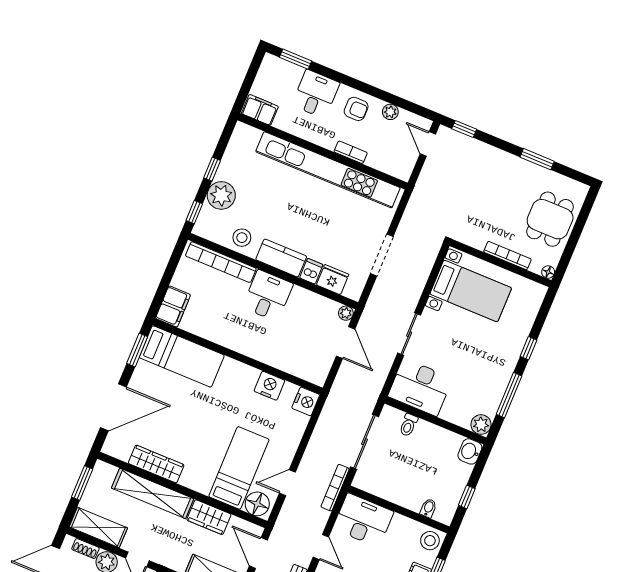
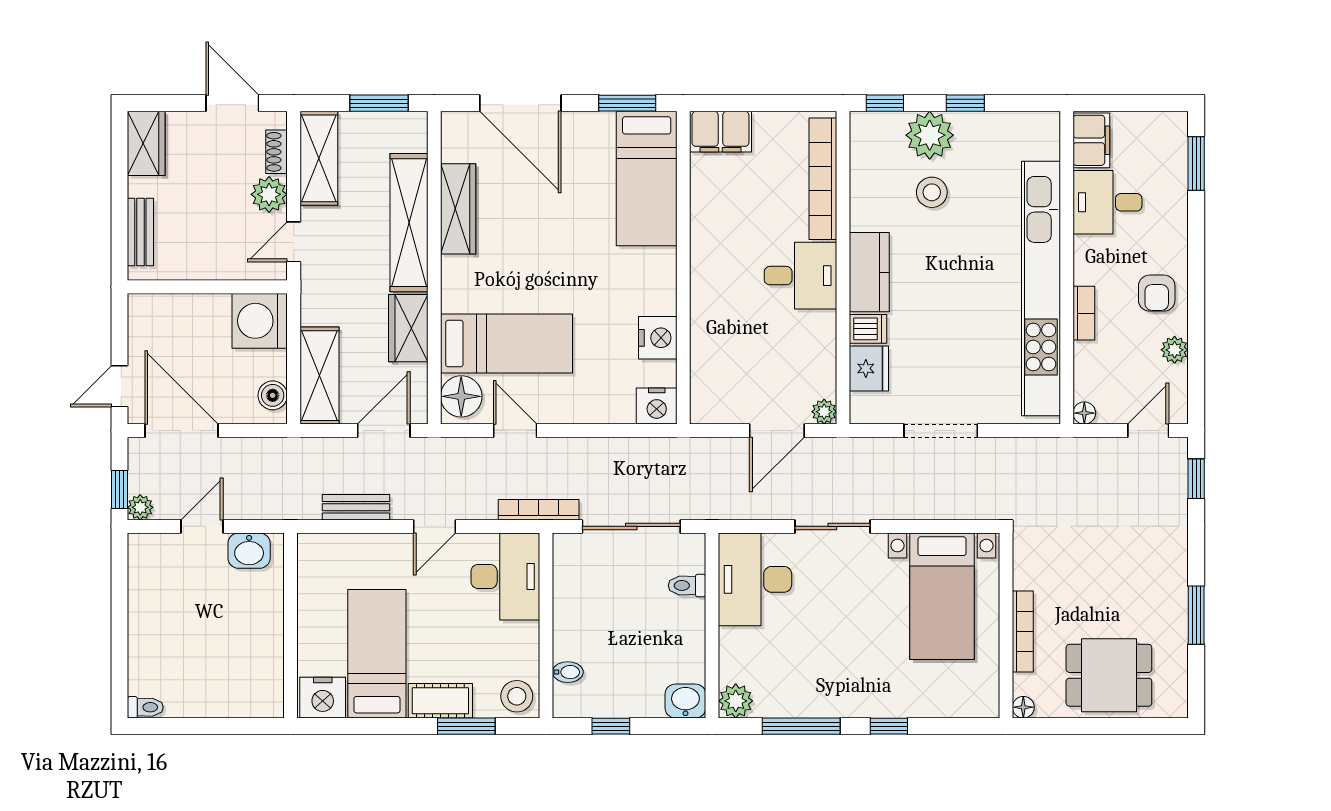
desk: (316, 94) -> (1107, 202), moved, turned 180
floor lamp: (404, 174) -> (1084, 413), added
stool: (242, 238) -> (932, 192), moved

